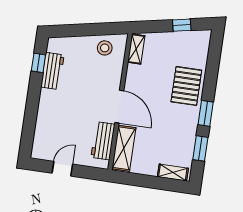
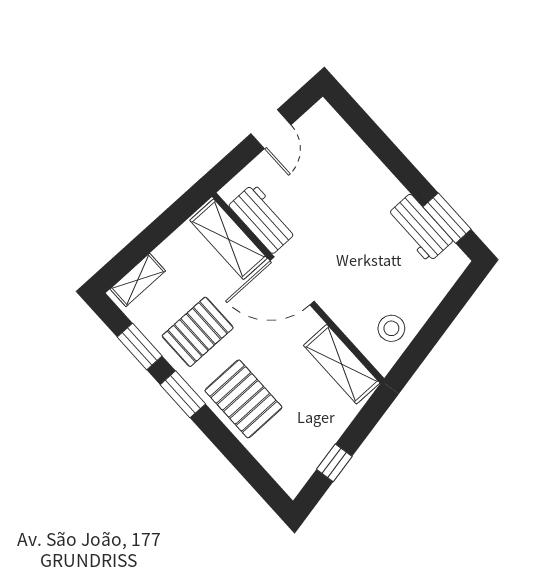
shelving: (136, 49) -> (342, 364), width x1.50, depth x1.33
window: (38, 63) -> (447, 218), width x1.50
pallet: (174, 129) -> (198, 332), added

